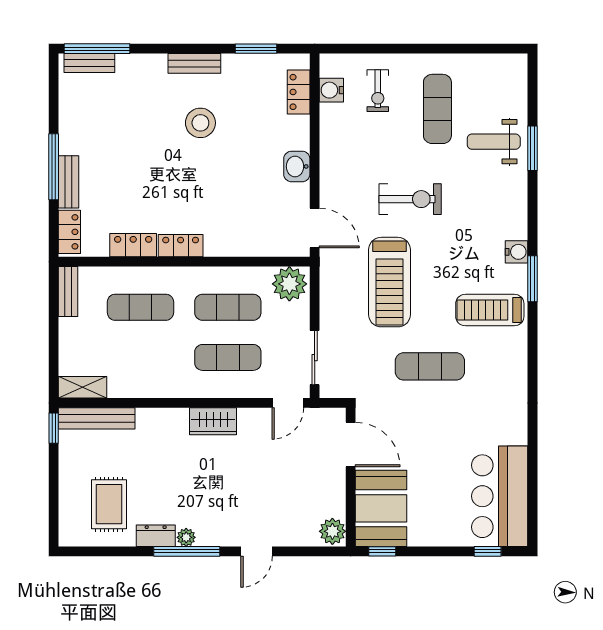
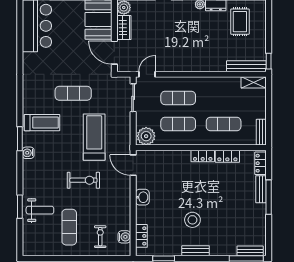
exercise bike: (410, 199) -> (83, 180), turned 180
wardrobe: (213, 421) -> (124, 28), moved, turned 90

